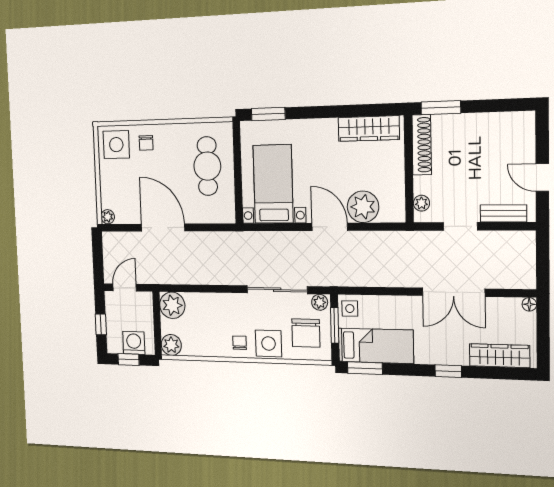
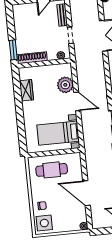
window: (268, 114) -> (22, 138), removed
wardrobe: (369, 129) -> (26, 90), width x0.67
door: (163, 227) -> (86, 193), hinge flipped
door: (330, 227) -> (77, 101), swing flipped

